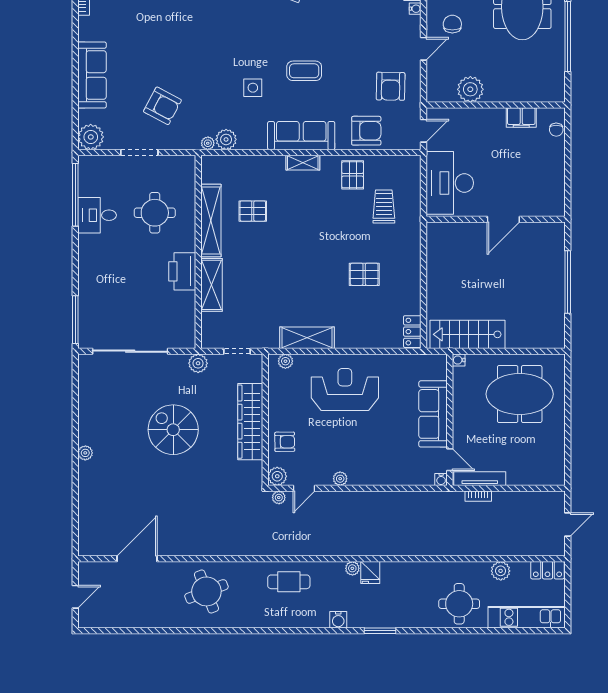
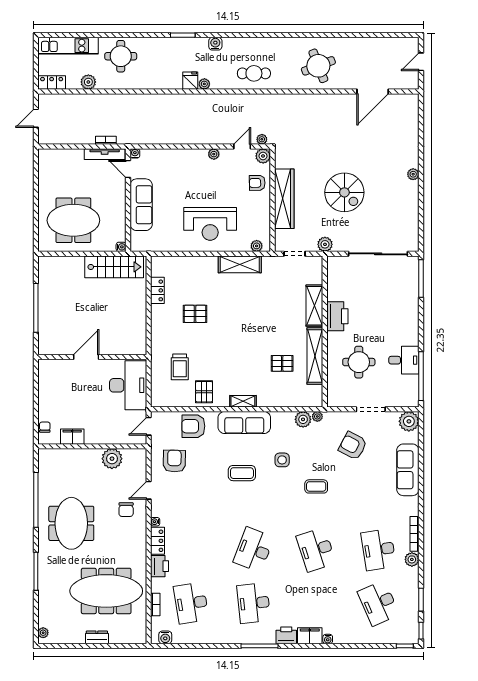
coffee table: (209, 54) -> (316, 486), added
locker: (412, 332) -> (157, 290), moved

